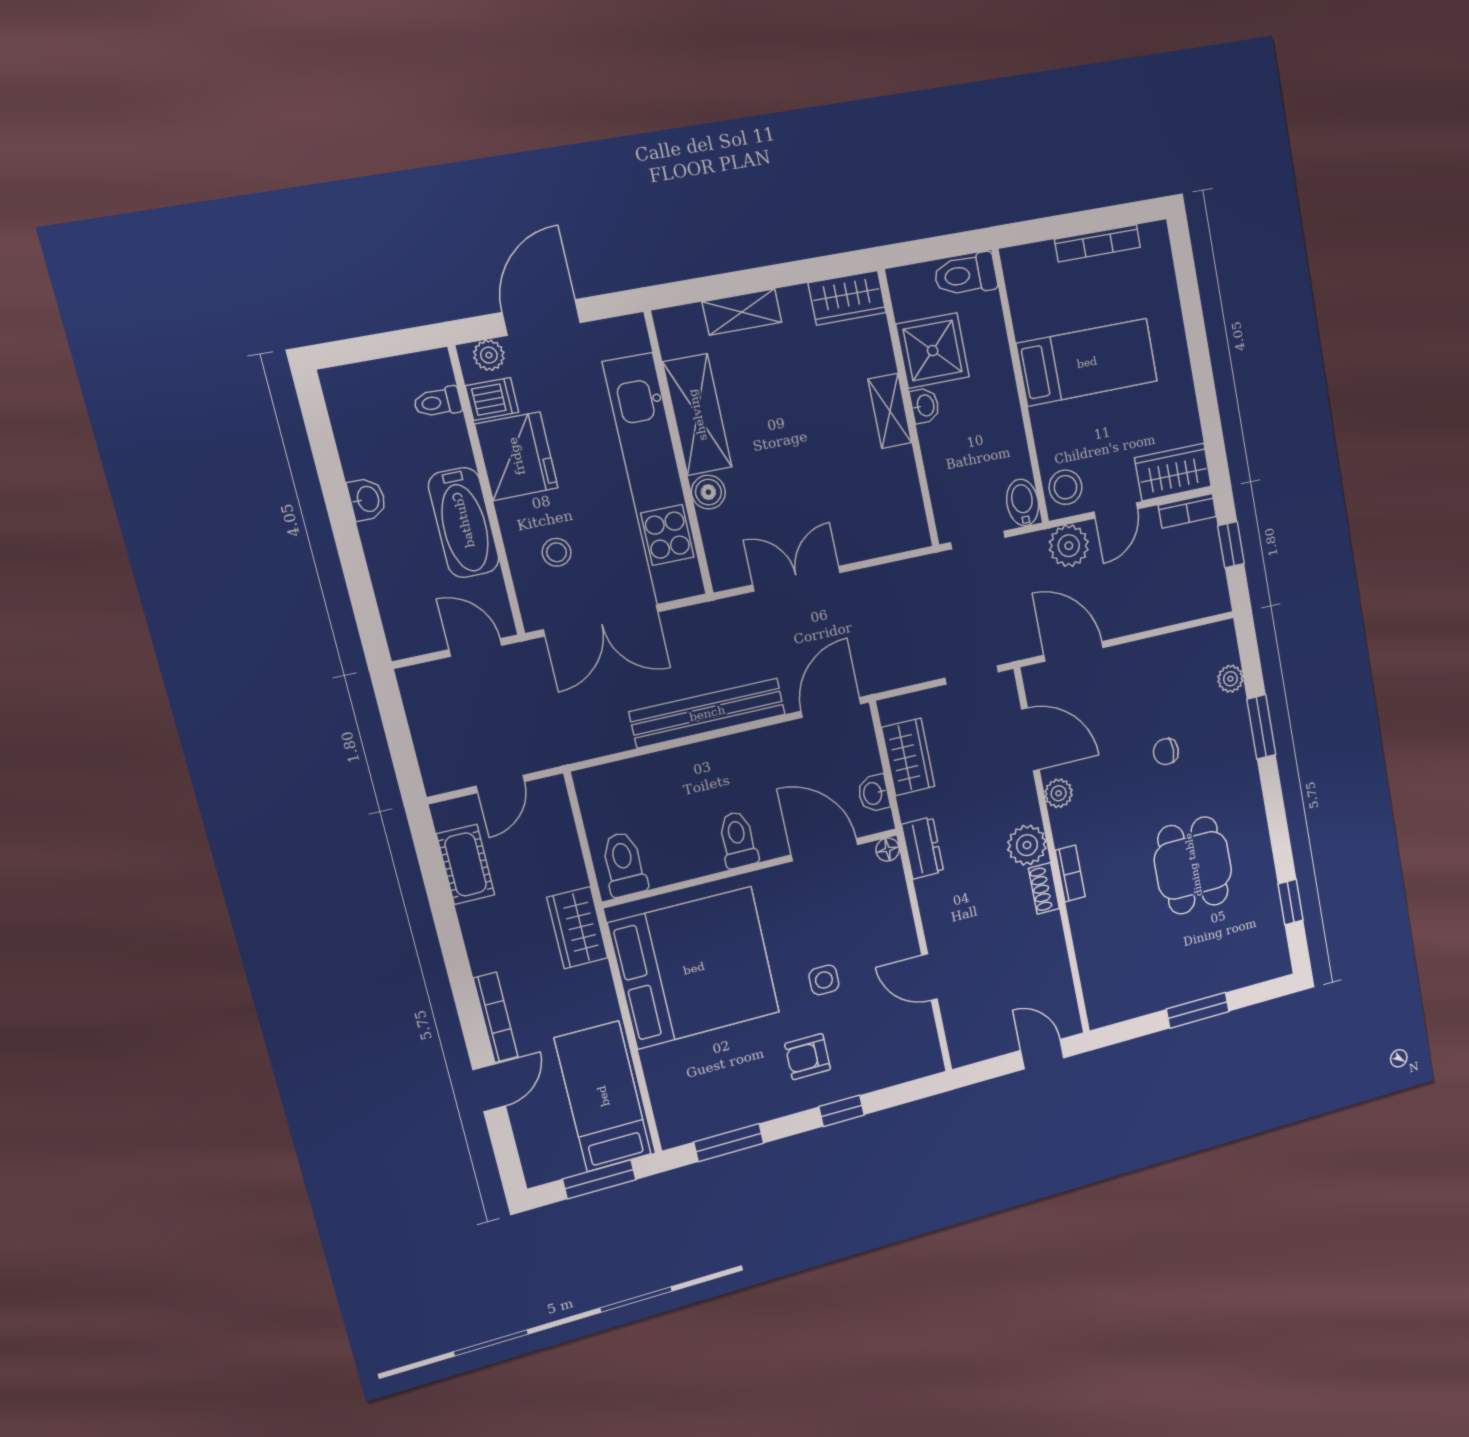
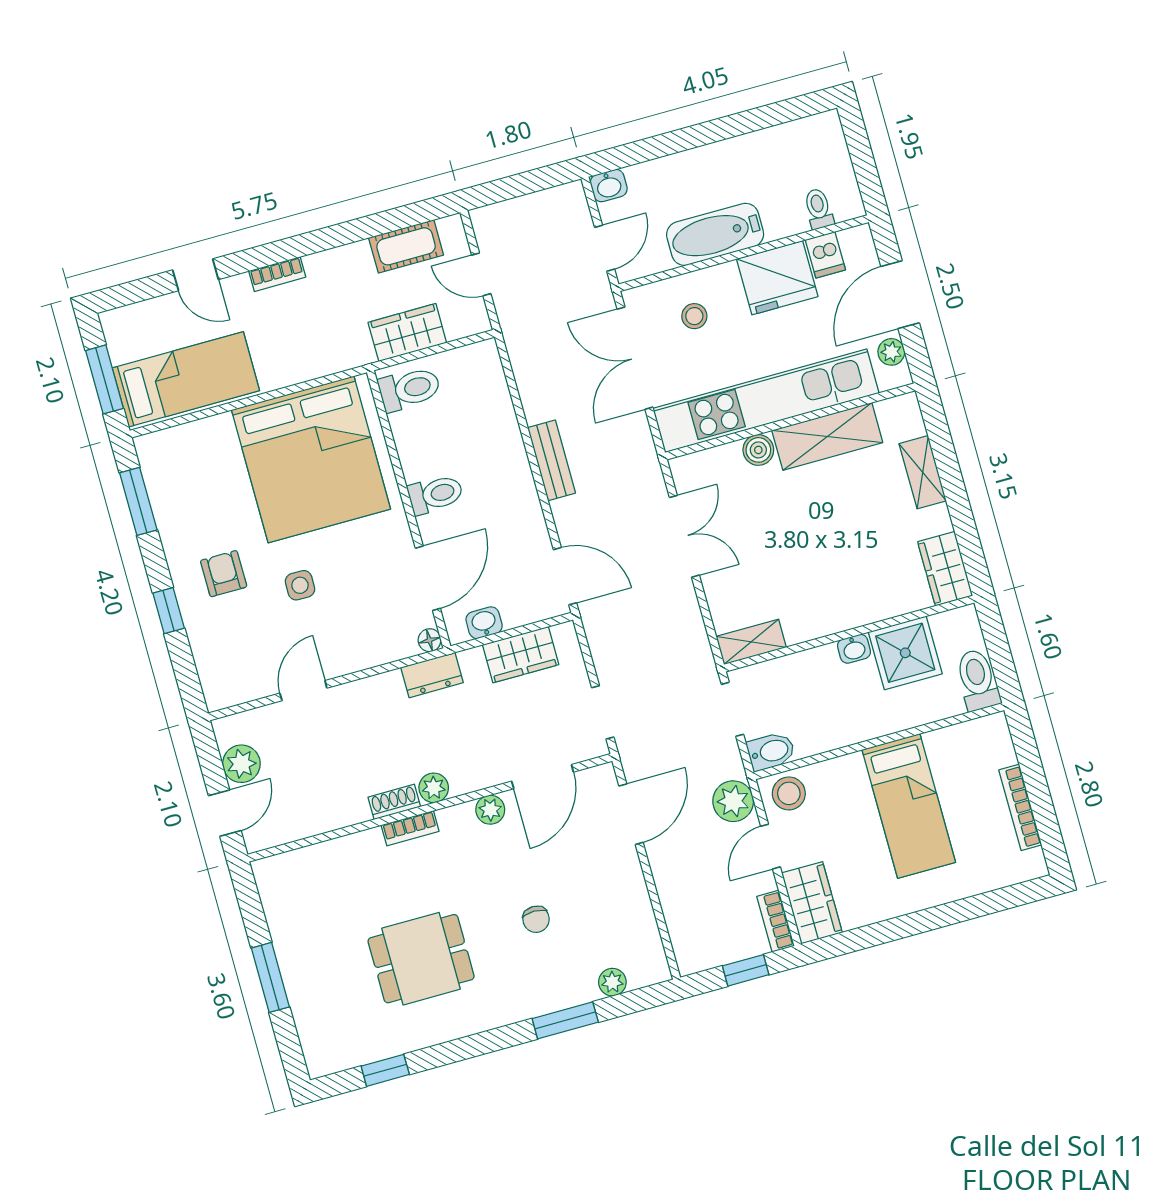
door: (541, 318) -> (900, 295), swing flipped
plant: (489, 355) -> (891, 352), moved
shelving: (890, 411) -> (751, 642), moved
washbasin: (367, 499) -> (609, 186), moved
door: (1116, 510) -> (770, 847), hinge flipped
bench: (707, 713) -> (552, 460), width x0.54, depth x0.82
chair: (1166, 752) -> (536, 919), turned 180
plant: (1027, 845) -> (434, 788), width x0.73, depth x0.73
wardrobe: (577, 928) -> (407, 333), moved
bookcase: (496, 1017) -> (277, 274), width x0.64
plant: (996, 1038) -> (241, 764), added

